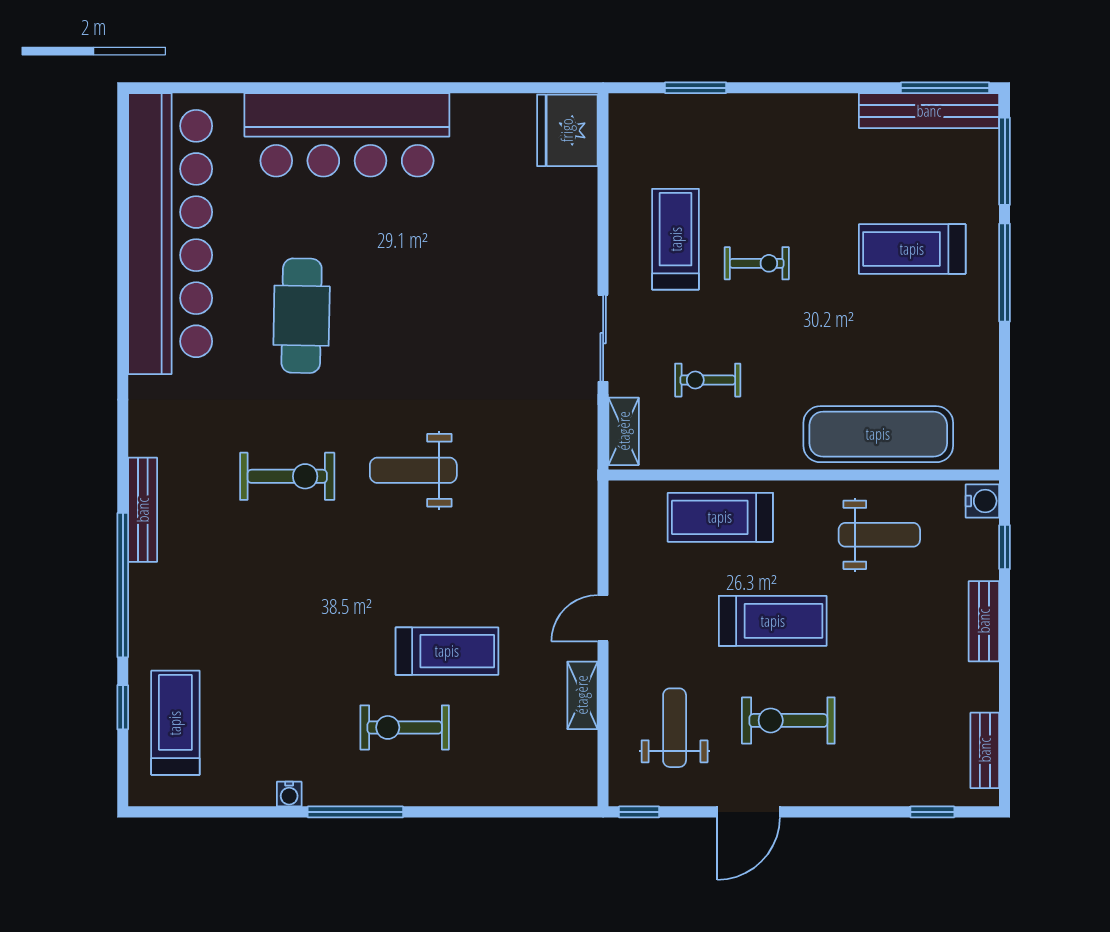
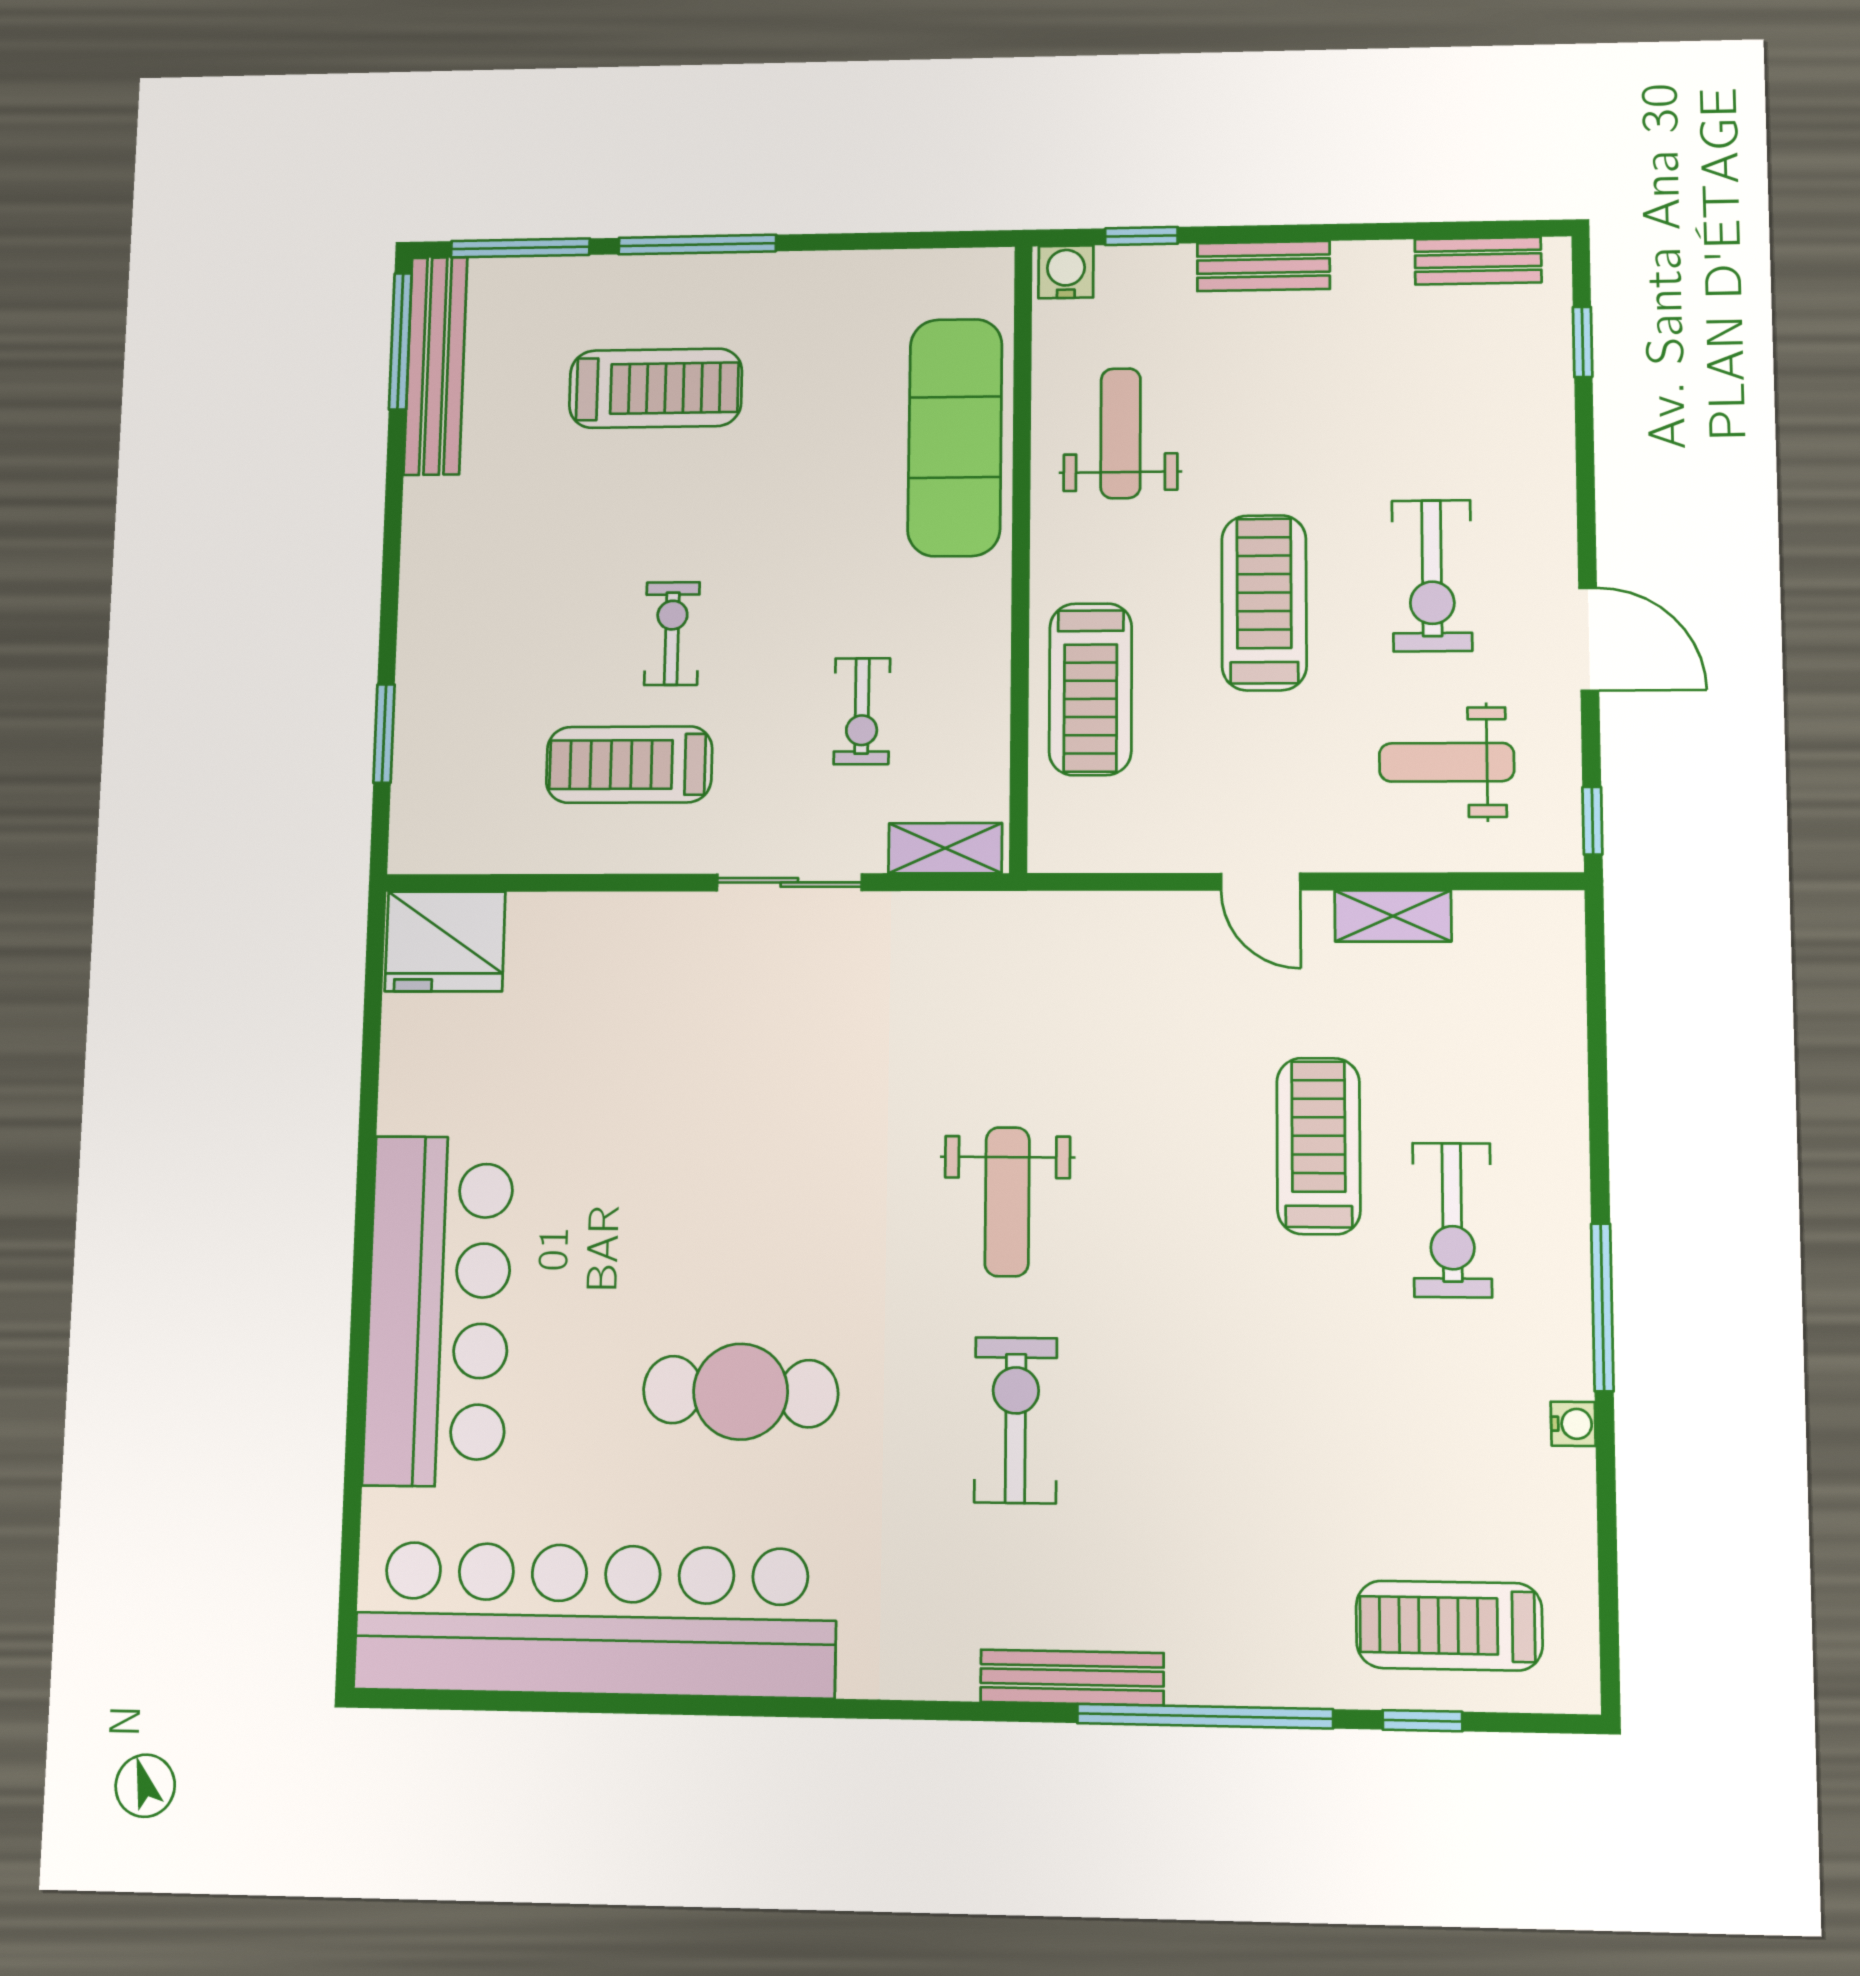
treadmill: (912, 249) -> (656, 388), turned -90

